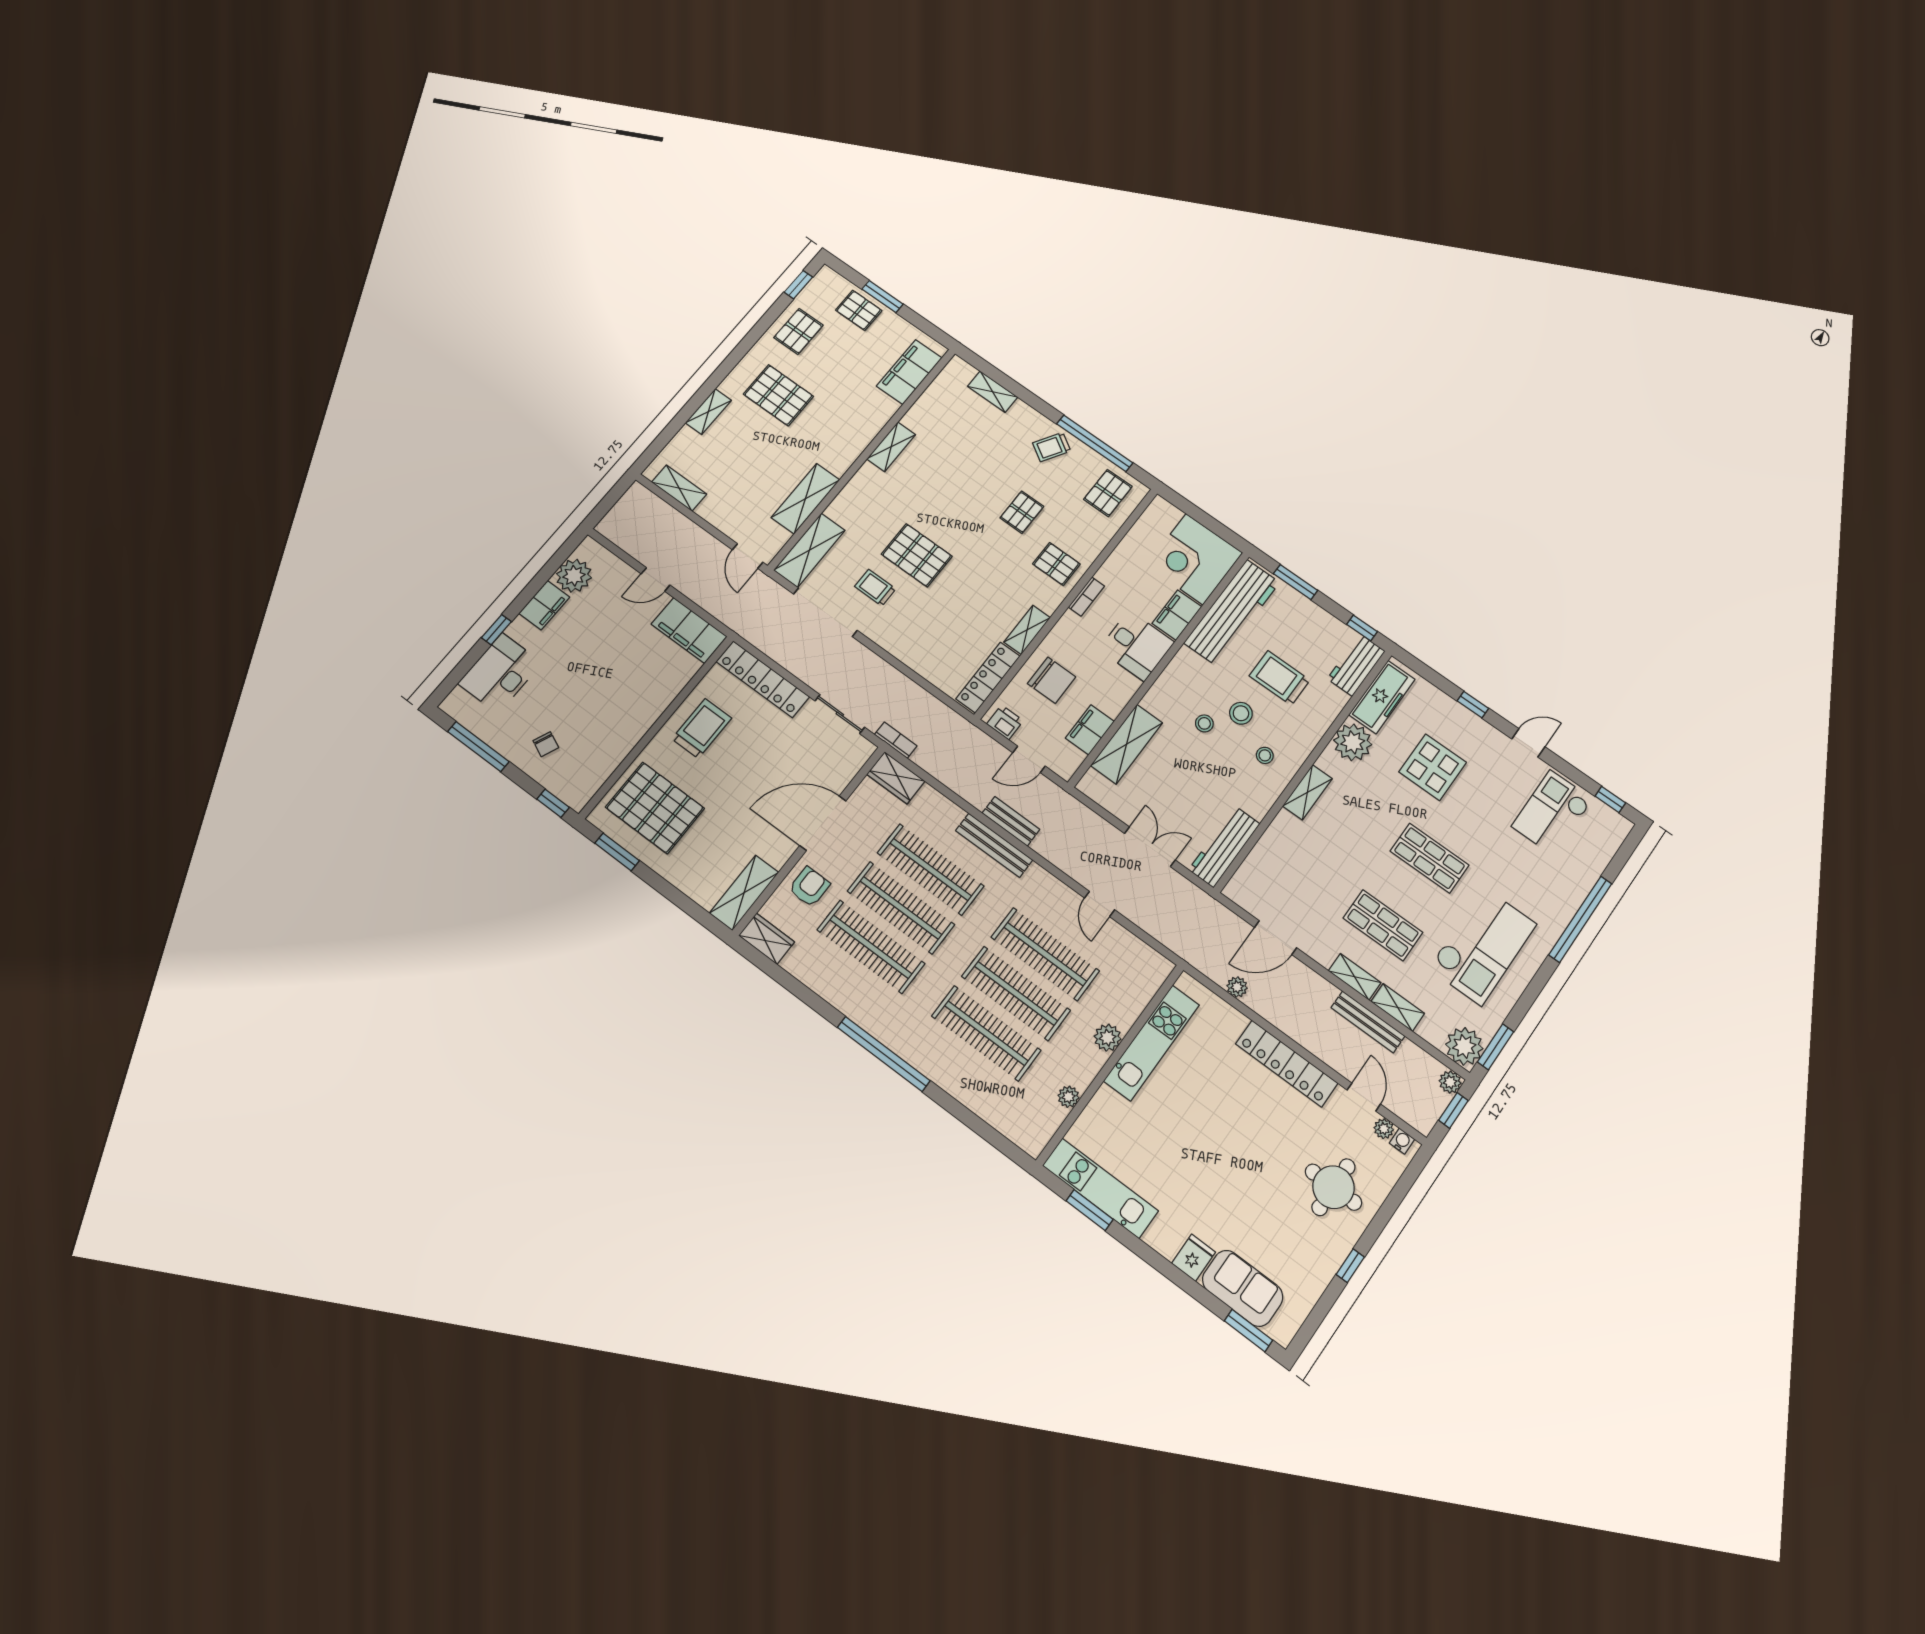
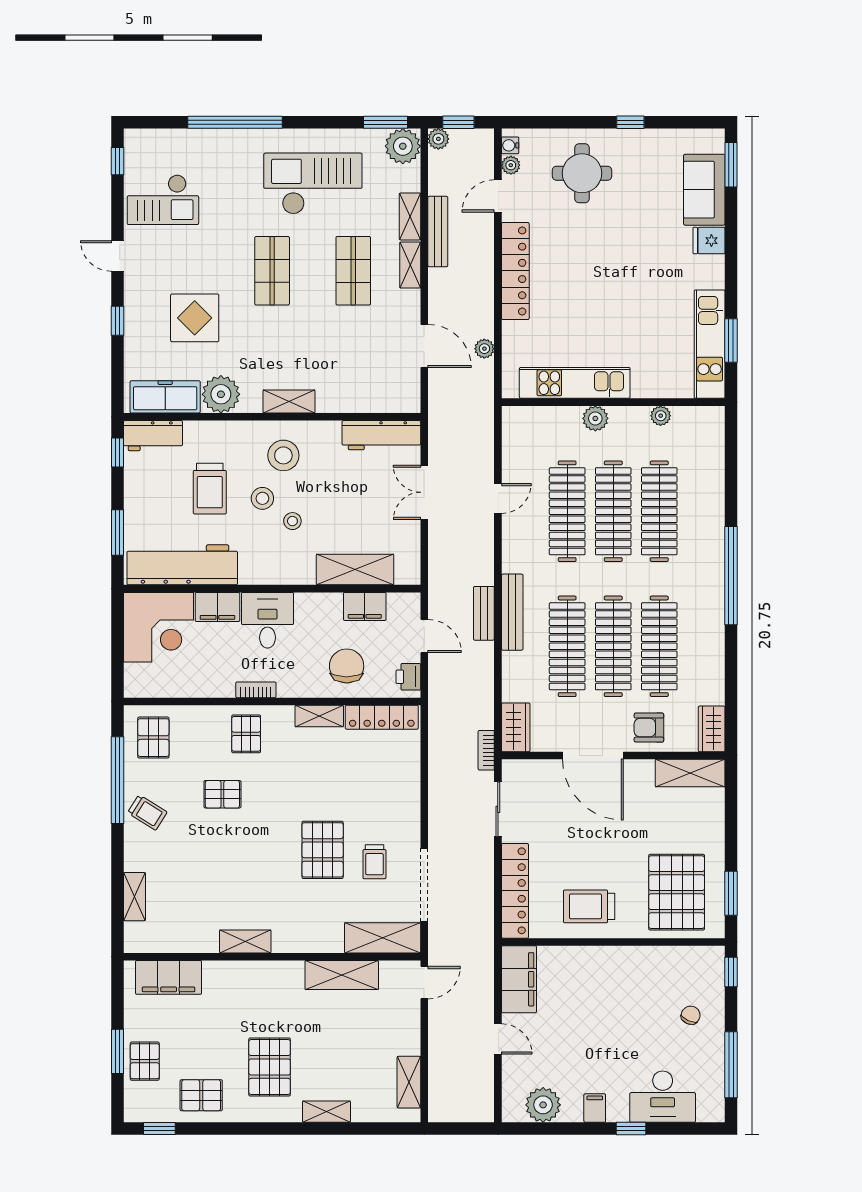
pallet: (1108, 493) -> (153, 738), turned 90
filing cabinet: (544, 605) -> (595, 1108), width x0.50
stool: (1265, 755) -> (283, 455), width x1.89, depth x1.89

